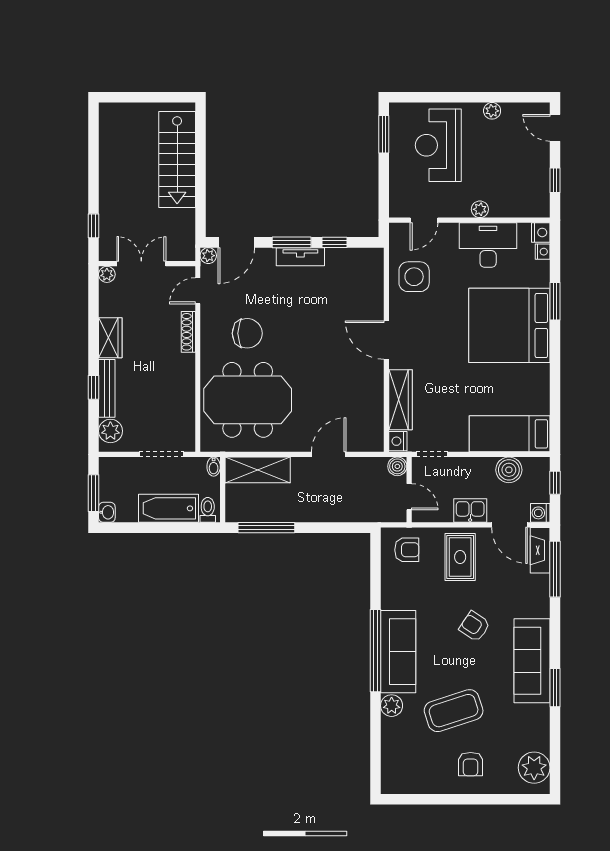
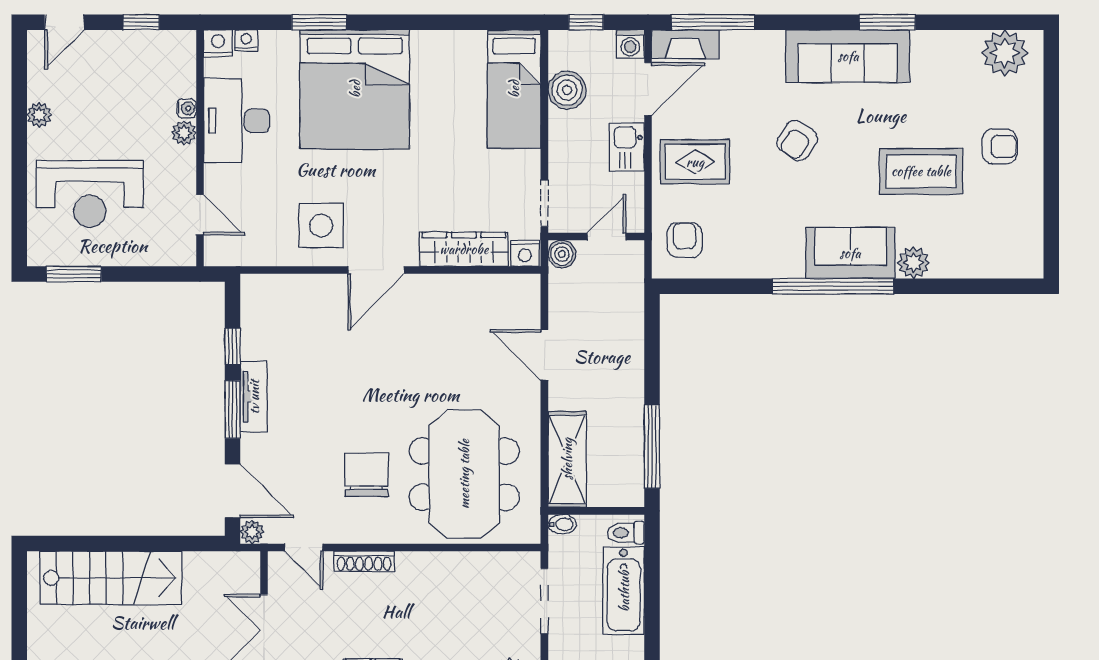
water cooler: (497, 211) -> (187, 108), added
side table: (414, 277) -> (321, 225), moved
sofa: (398, 652) -> (850, 253), width x0.73
coffee table: (454, 711) -> (921, 171), turned -72

